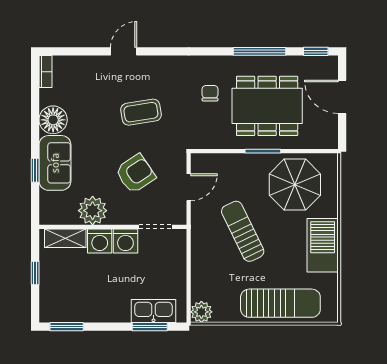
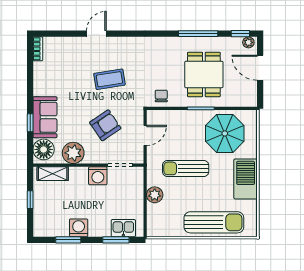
plant: (326, 63) -> (248, 42), added
chair: (210, 93) -> (161, 96), moved
dining table: (267, 106) -> (204, 74), width x0.73
floor lamp: (53, 120) -> (44, 149), moved
sun lounger: (243, 231) -> (186, 168), turned -64
washing machine: (100, 241) -> (79, 228), moved, turned 180
kitchen sink: (154, 311) -> (123, 228), width x0.73
plant: (201, 312) -> (155, 195), moved
window: (67, 327) -> (68, 240), moved

